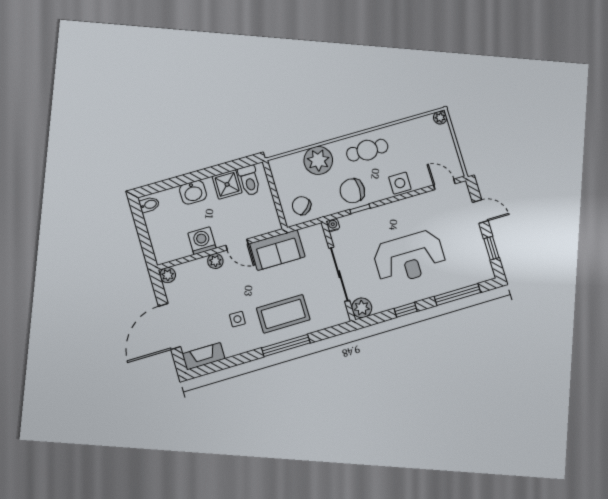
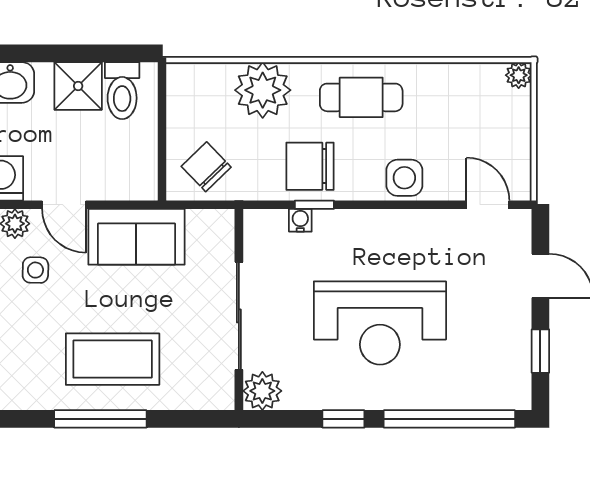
water cooler: (333, 225) -> (300, 220), moved
window: (457, 294) -> (449, 419), width x1.46
side table: (237, 319) -> (35, 270), moved

